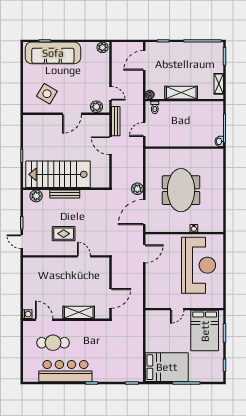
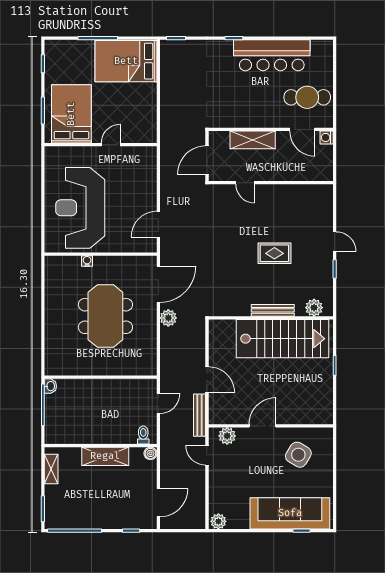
wall: (66, 256) -> (271, 183), moved
door: (84, 256) -> (245, 183), moved
cafe table: (53, 343) -> (307, 97), moved

